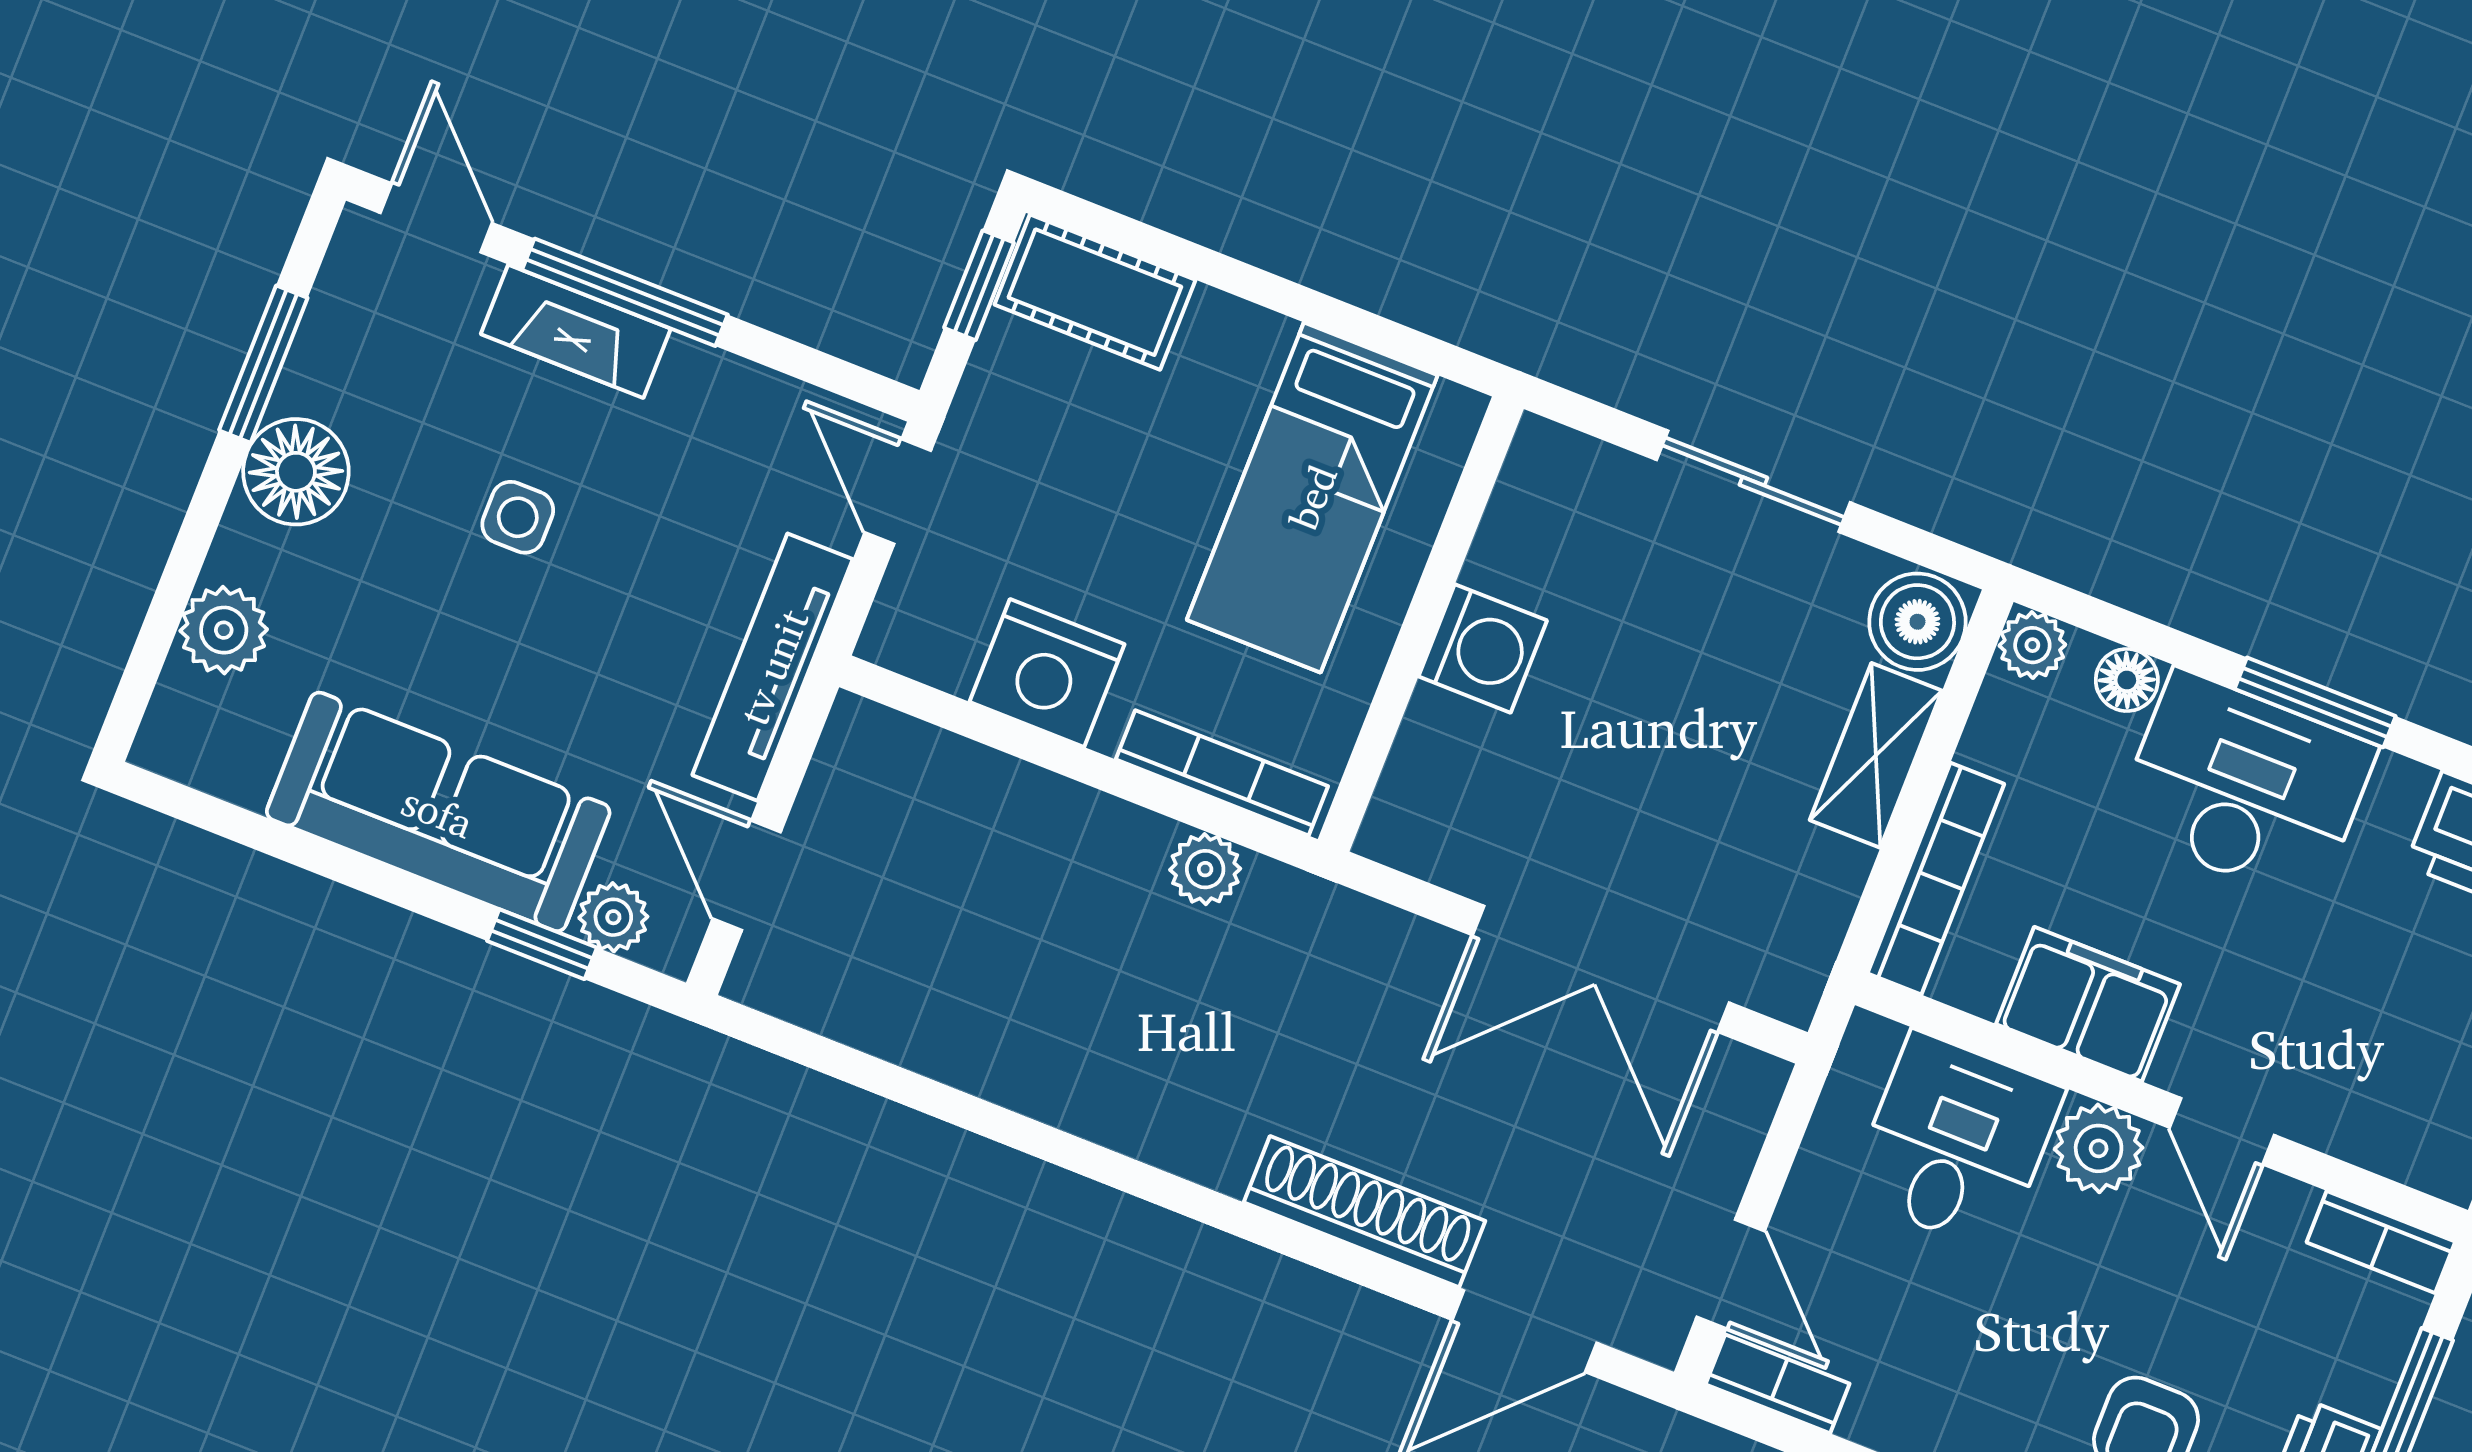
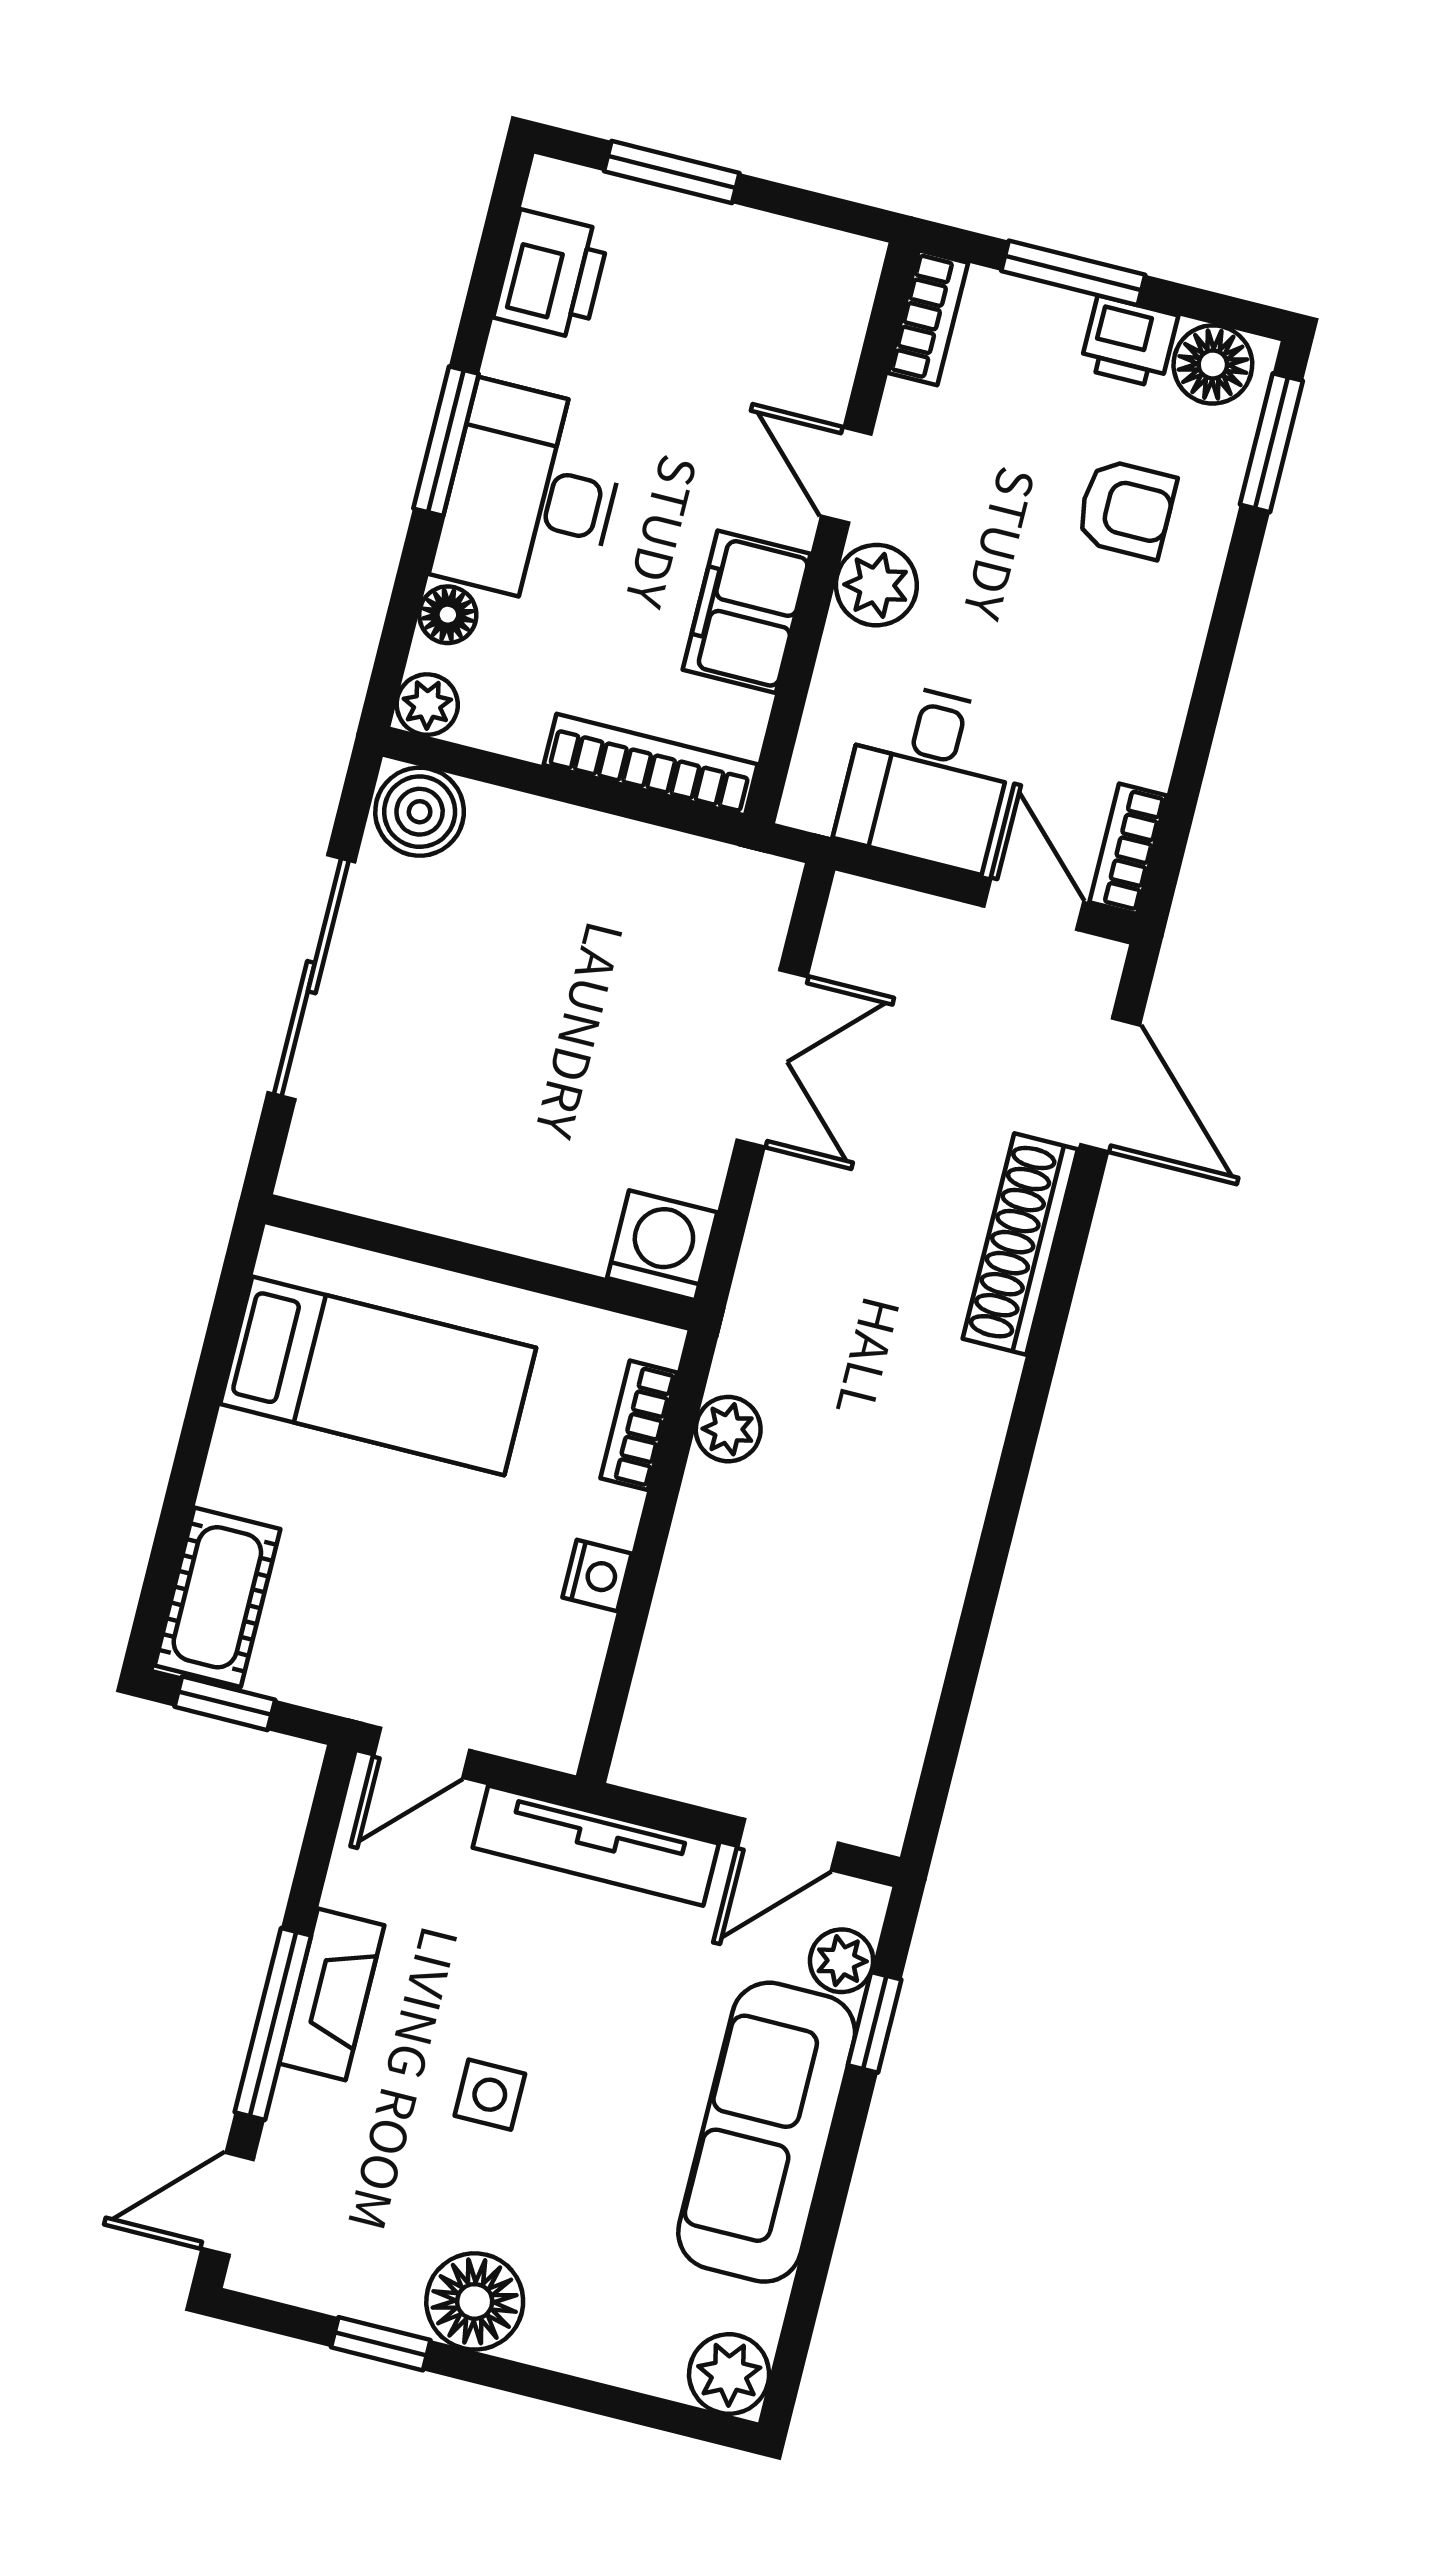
fireplace: (576, 331) -> (332, 1994), moved
window: (263, 364) -> (381, 2344), width x0.67
sliding door: (1753, 481) -> (311, 977), width x1.37
plant: (224, 630) -> (729, 2374), moved
washing machine: (1483, 648) -> (662, 1245), moved
nightstand: (1047, 673) -> (597, 1575), width x0.53, depth x0.56
shelving: (1876, 755) -> (546, 834), removed
bookcase: (1222, 773) -> (639, 1425), width x0.64
double door: (1601, 969) -> (772, 1058), width x0.73
door: (2222, 1131) -> (846, 475), swing flipped
desk: (1956, 1142) -> (927, 776), moved, turned -90
door: (1731, 1274) -> (1034, 904), hinge flipped

